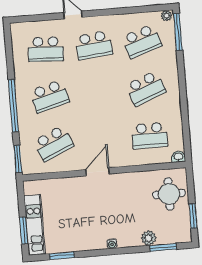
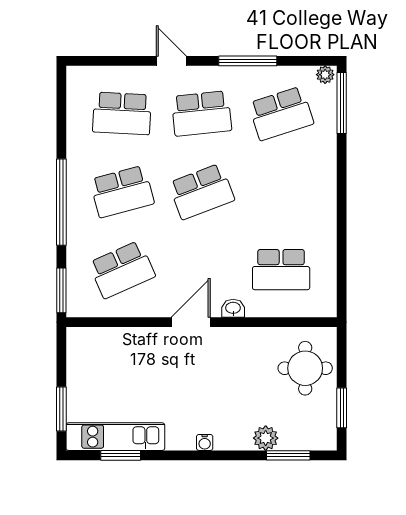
window: (119, 11) -> (248, 61), added
school desk: (146, 88) -> (201, 192), moved
washbasin: (178, 157) -> (233, 308), moved
kitchen unit: (35, 225) -> (115, 437), moved, turned -90

